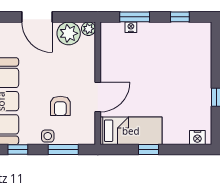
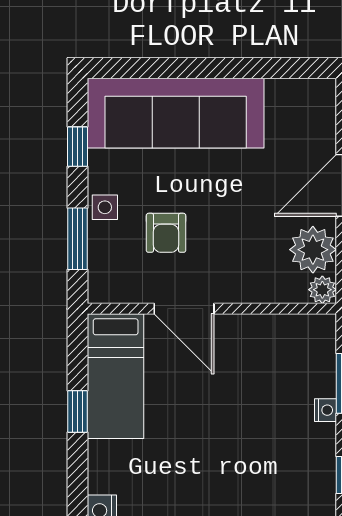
nightstand: (131, 27) -> (325, 410), moved
armchair: (60, 106) -> (166, 233), turned -90

